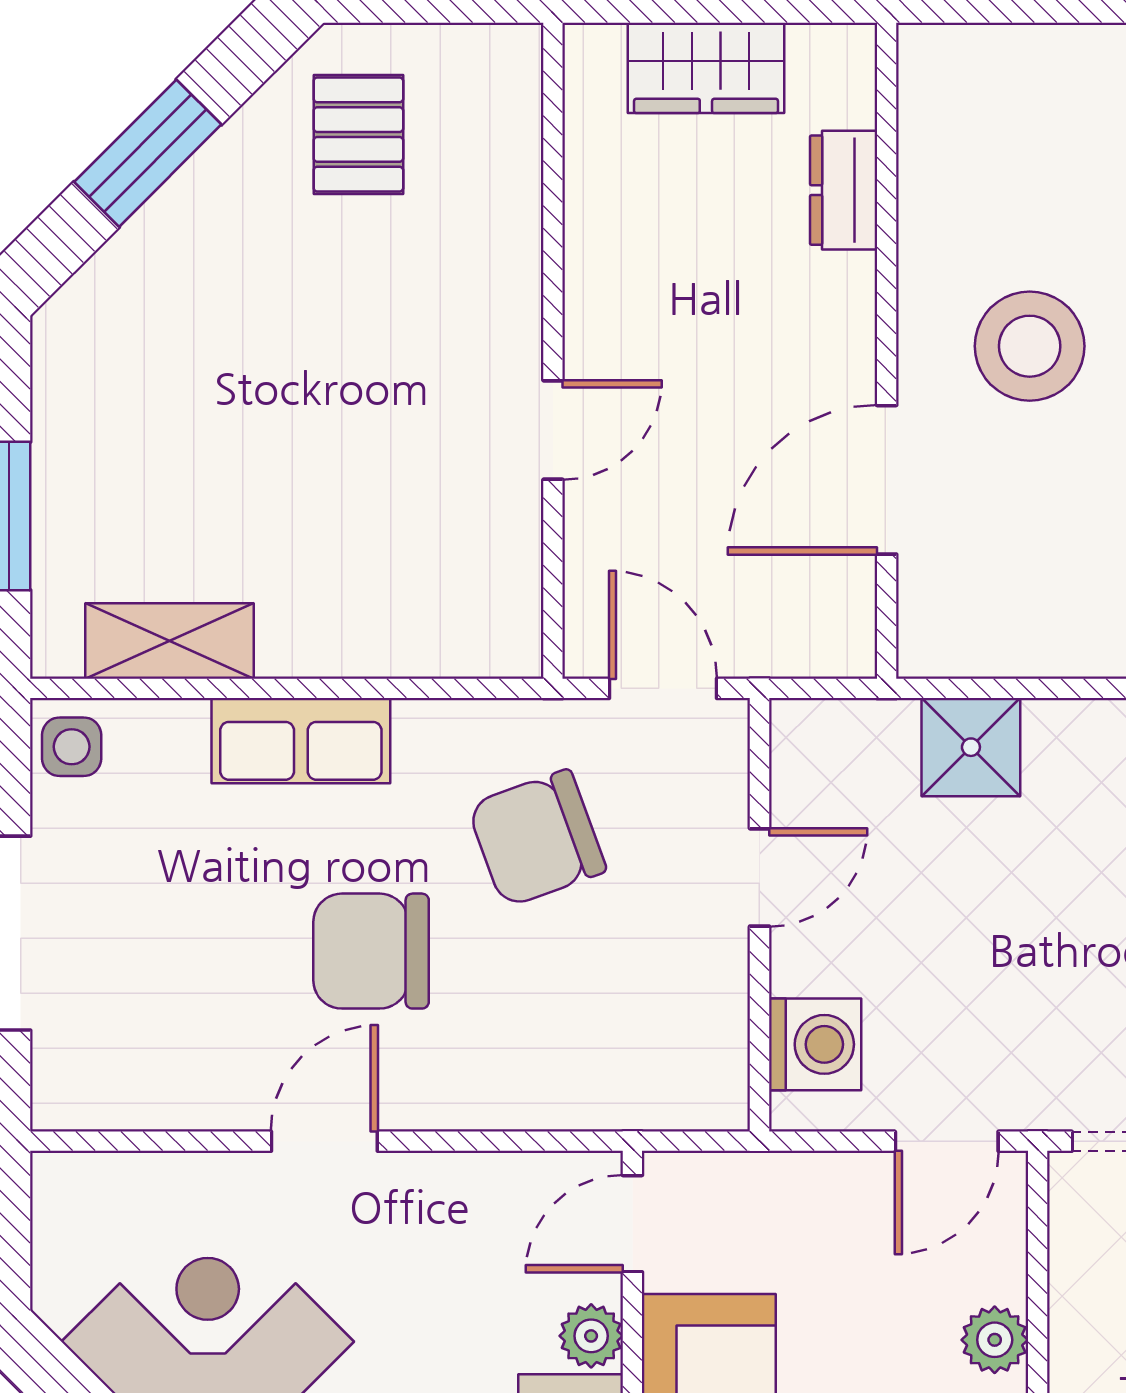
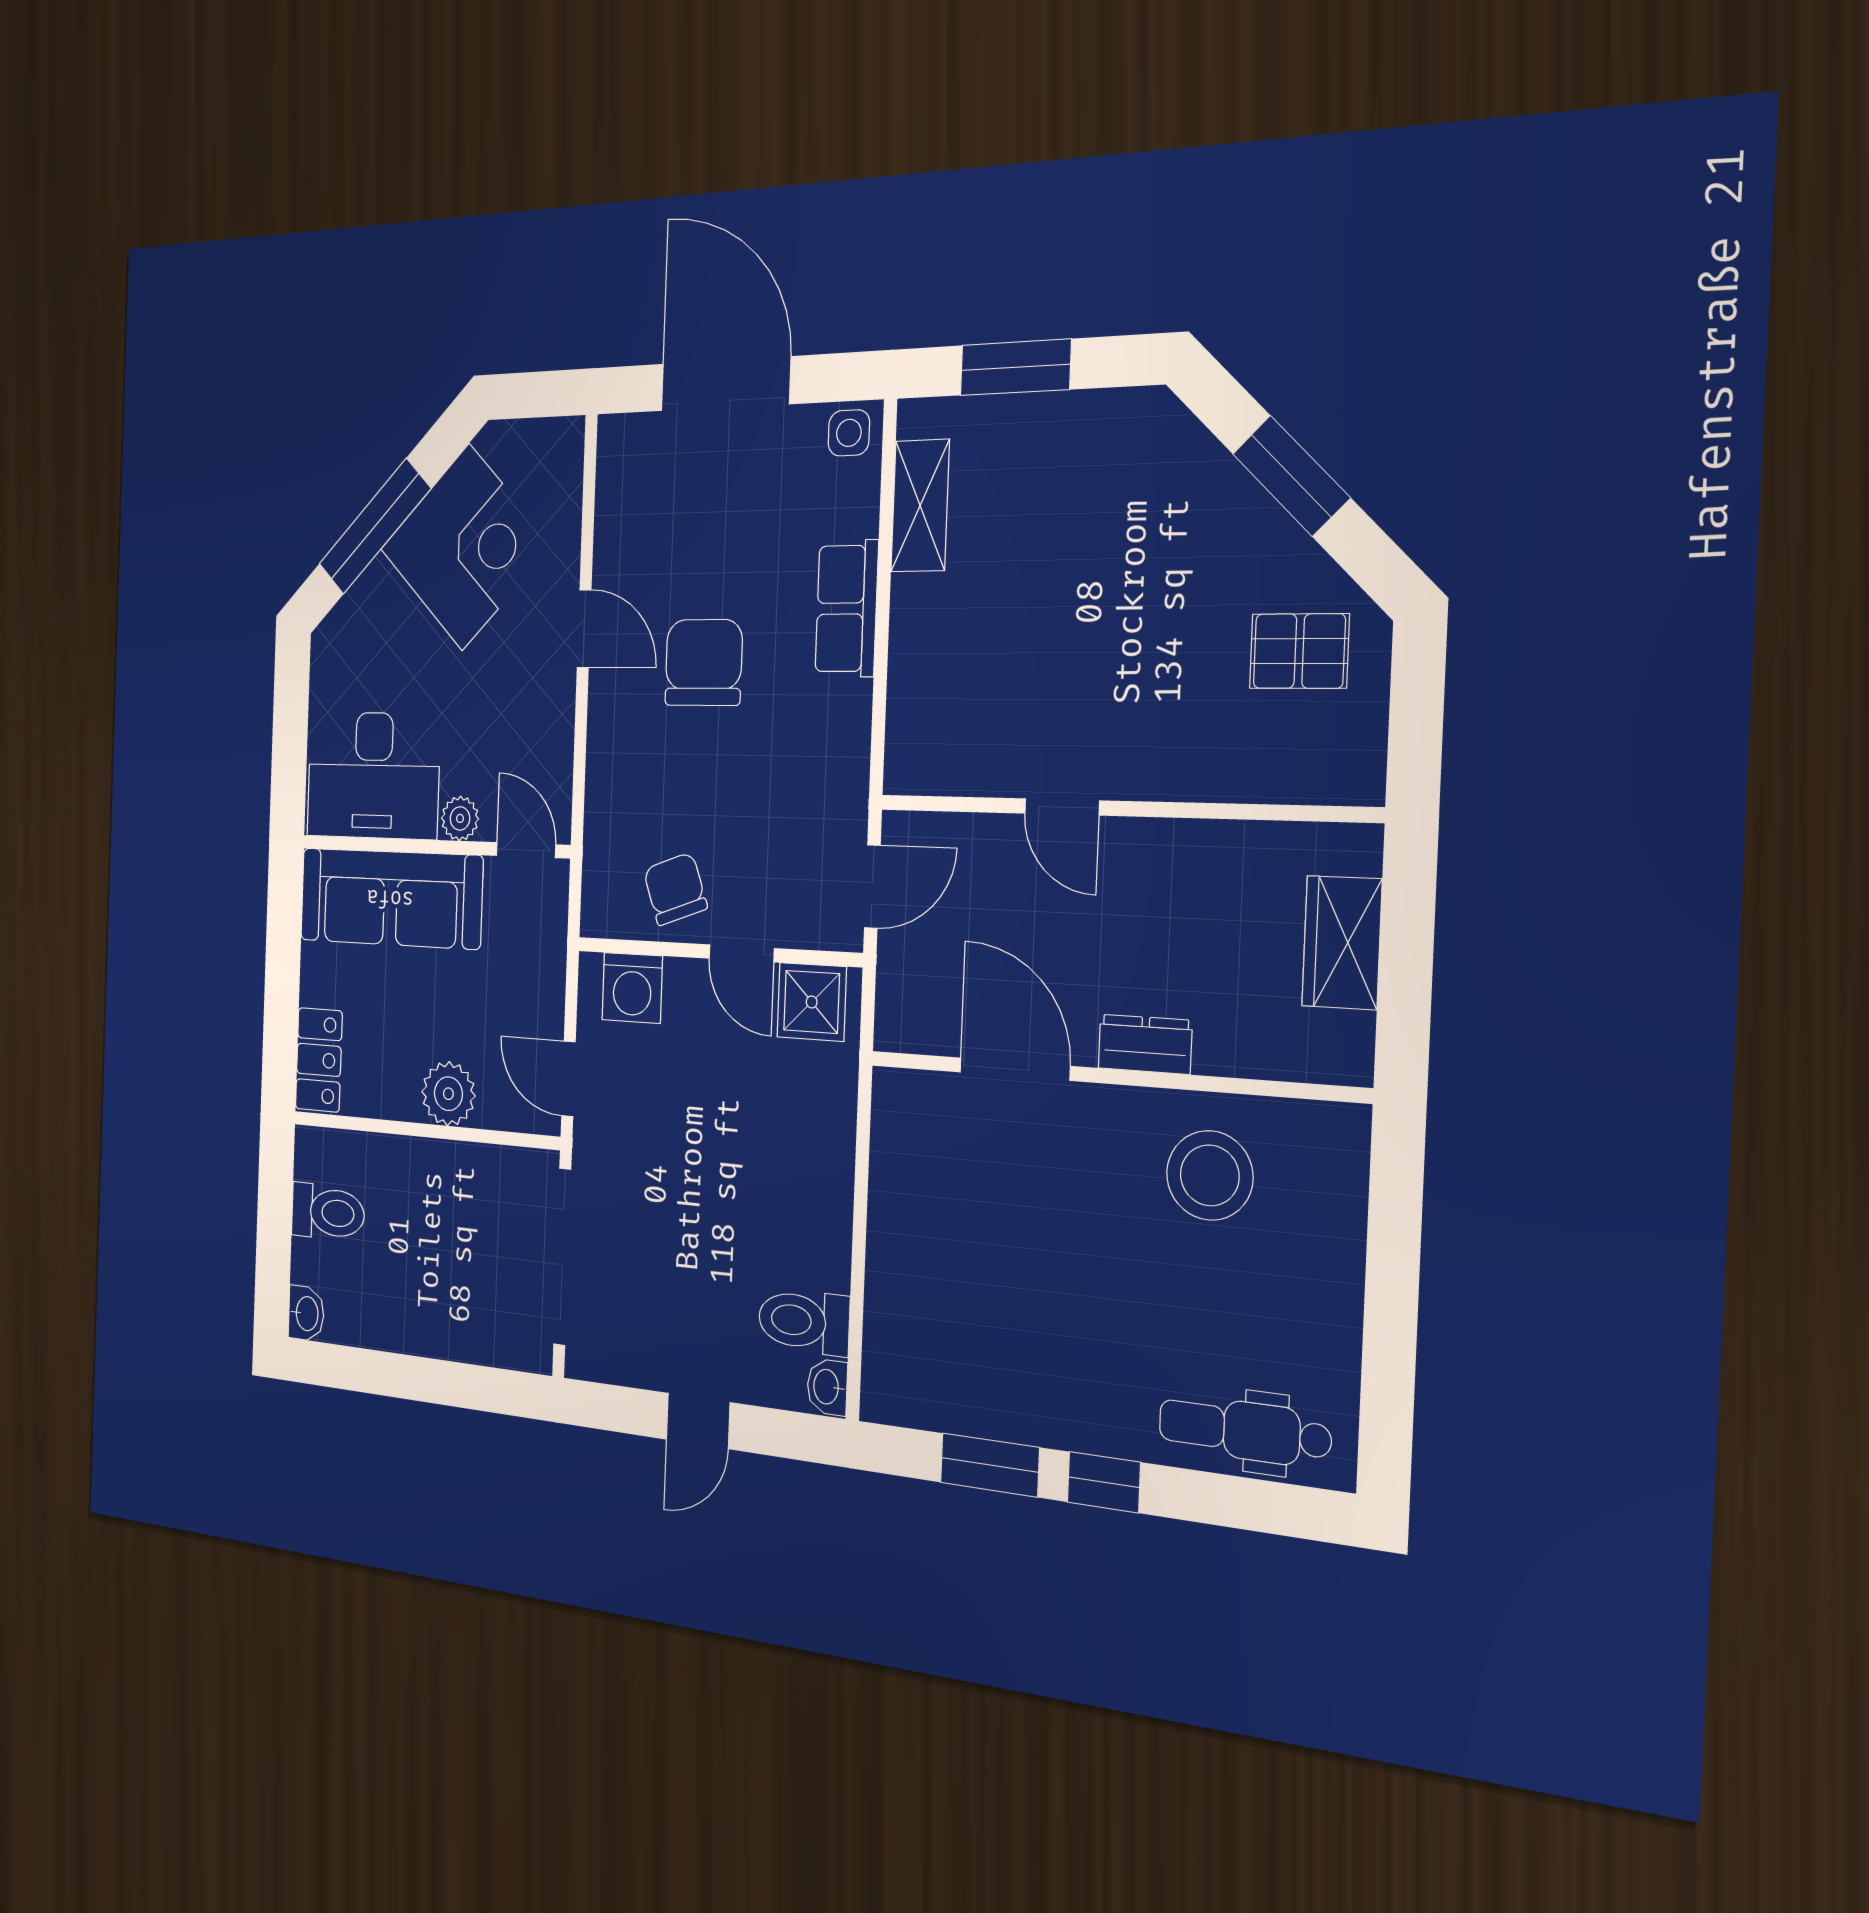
dresser: (844, 190) -> (1145, 1044), moved
stool: (1030, 346) -> (1210, 1175), moved
shower: (971, 747) -> (812, 1002), moved
chair: (537, 838) -> (675, 889), moved, width x0.73, depth x0.73
plant: (995, 1340) -> (448, 1094), width x1.38, depth x1.38

